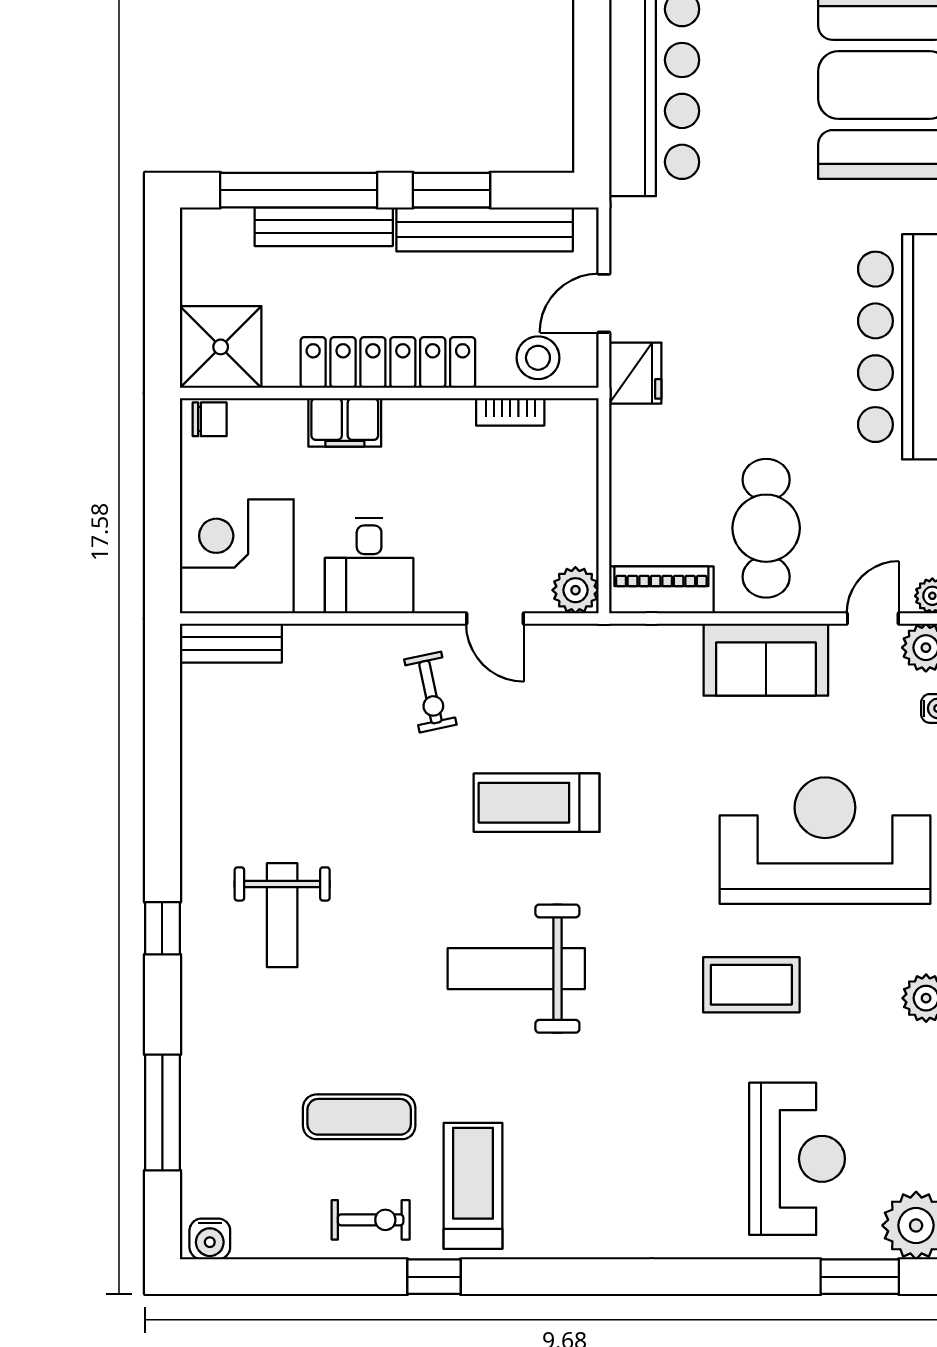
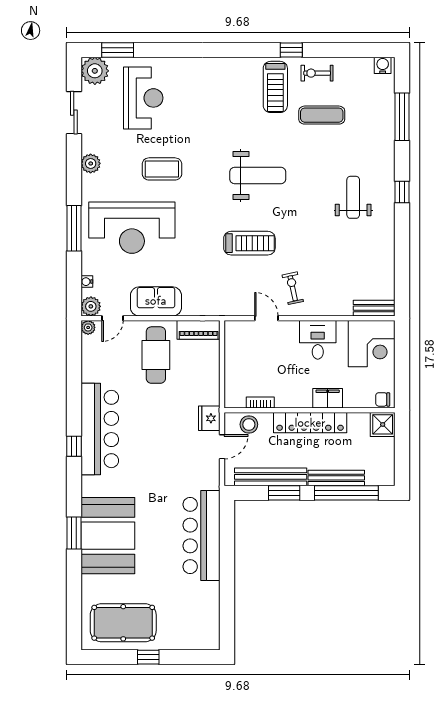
shower: (221, 347) -> (383, 424), width x0.73, depth x0.73
plant: (575, 590) -> (234, 330), removed
reception desk: (797, 1159) -> (143, 98), turned 180

